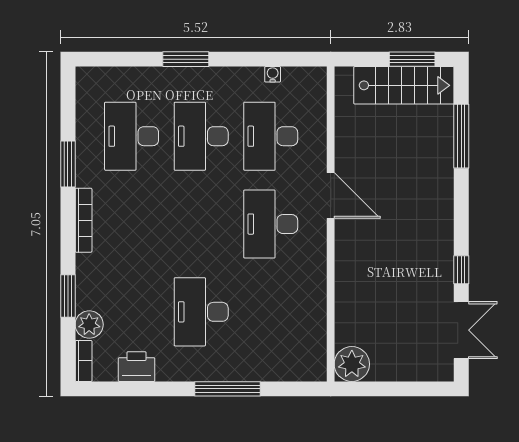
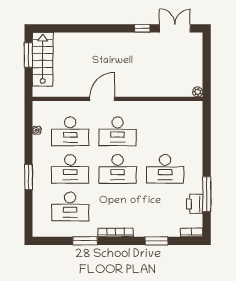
window: (461, 136) -> (70, 28), removed
desk: (201, 224) -> (118, 169), added
plant: (89, 325) -> (172, 229), removed
plant: (352, 364) -> (198, 92), width x0.53, depth x0.53
window: (228, 389) -> (207, 194), moved

